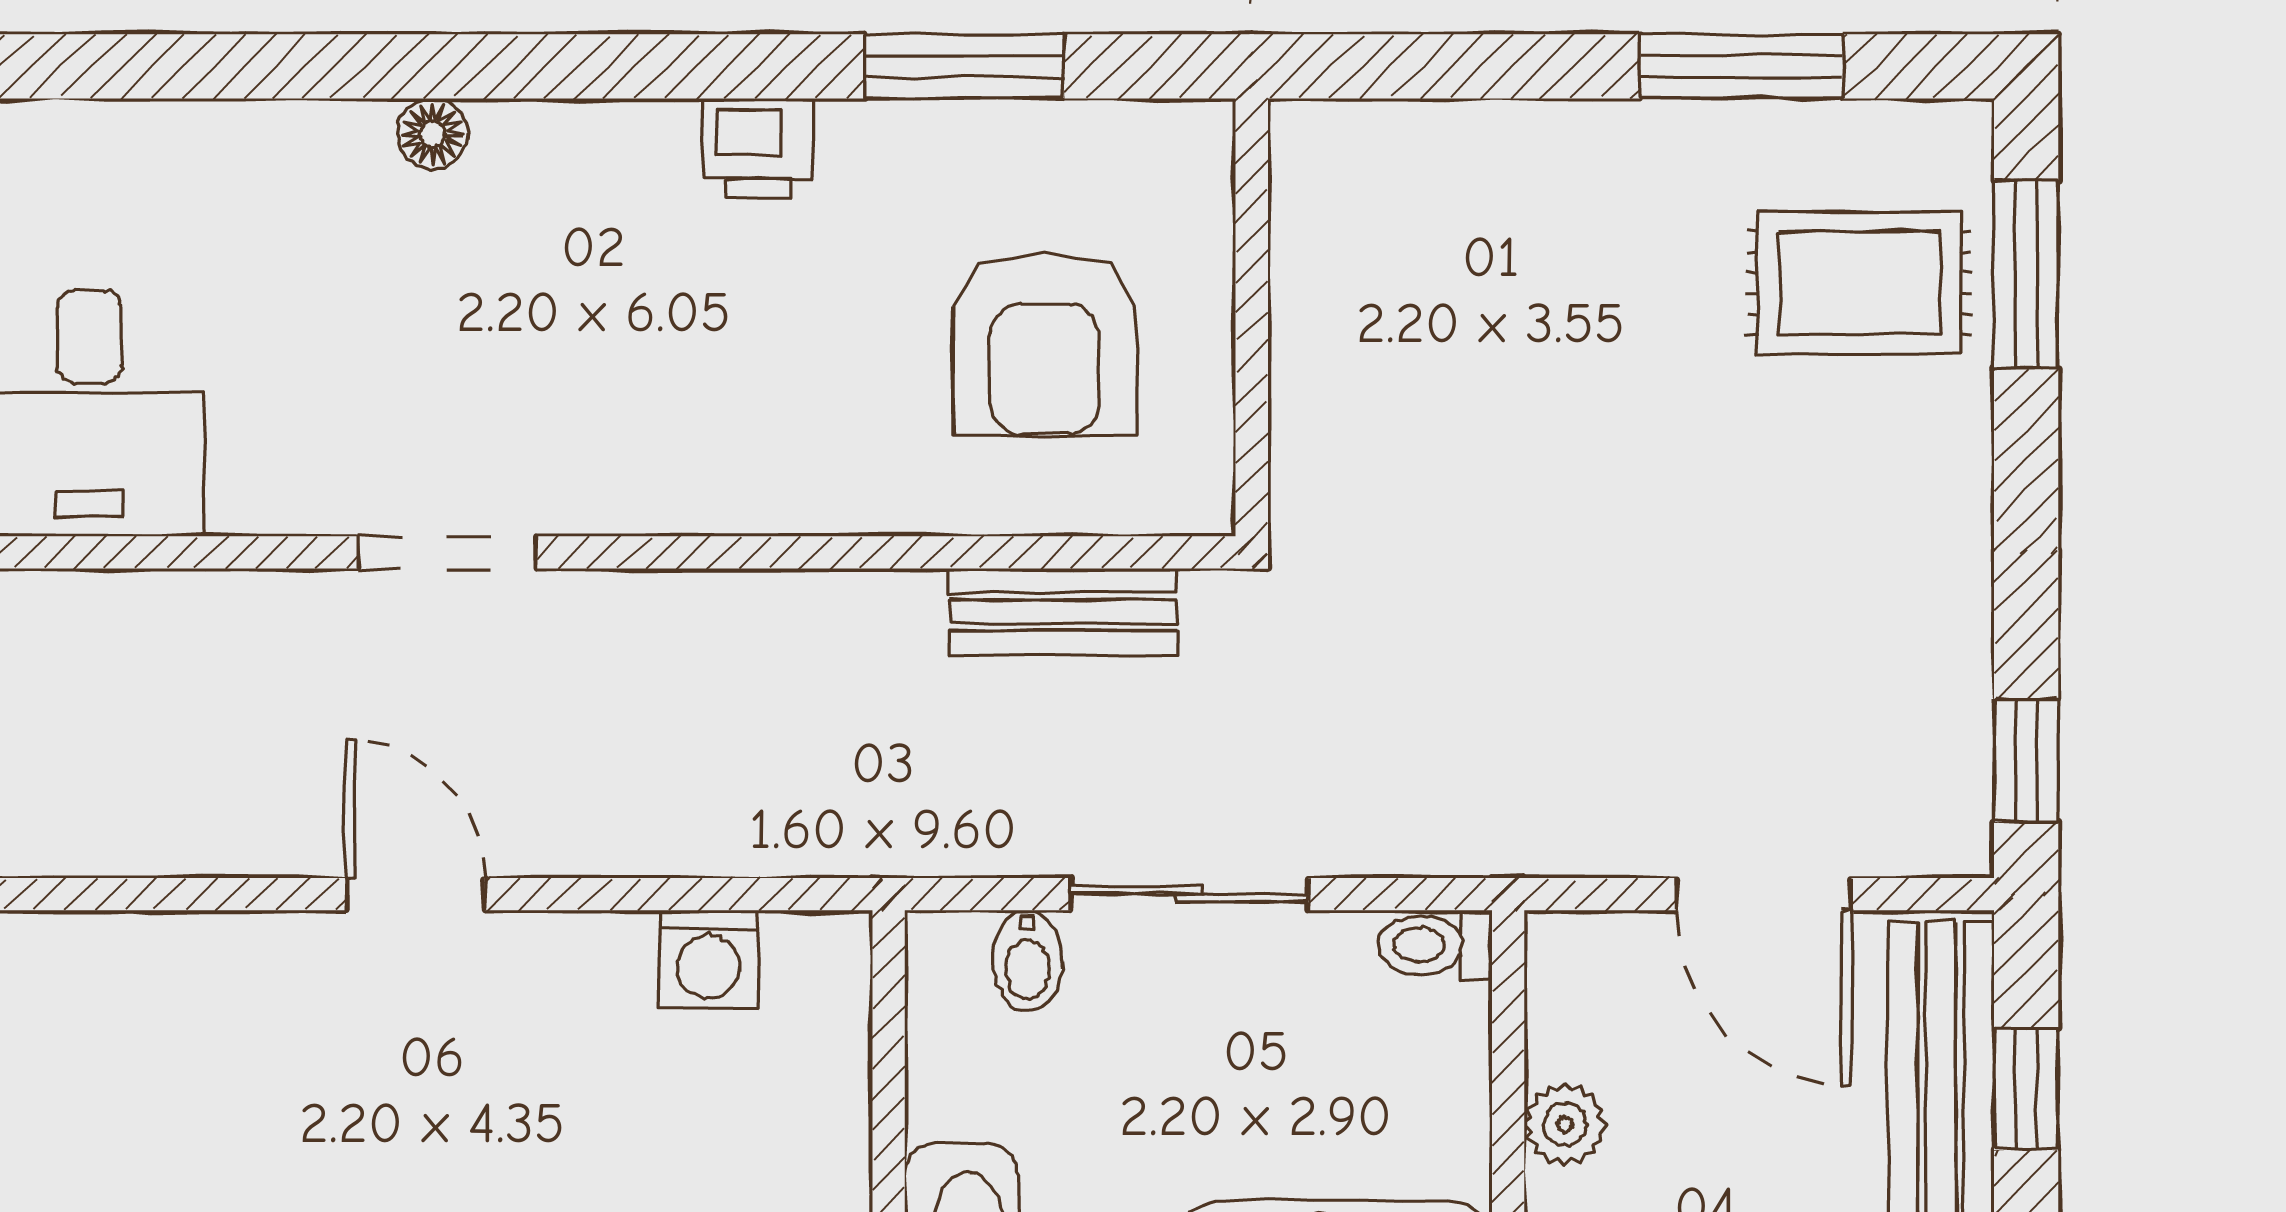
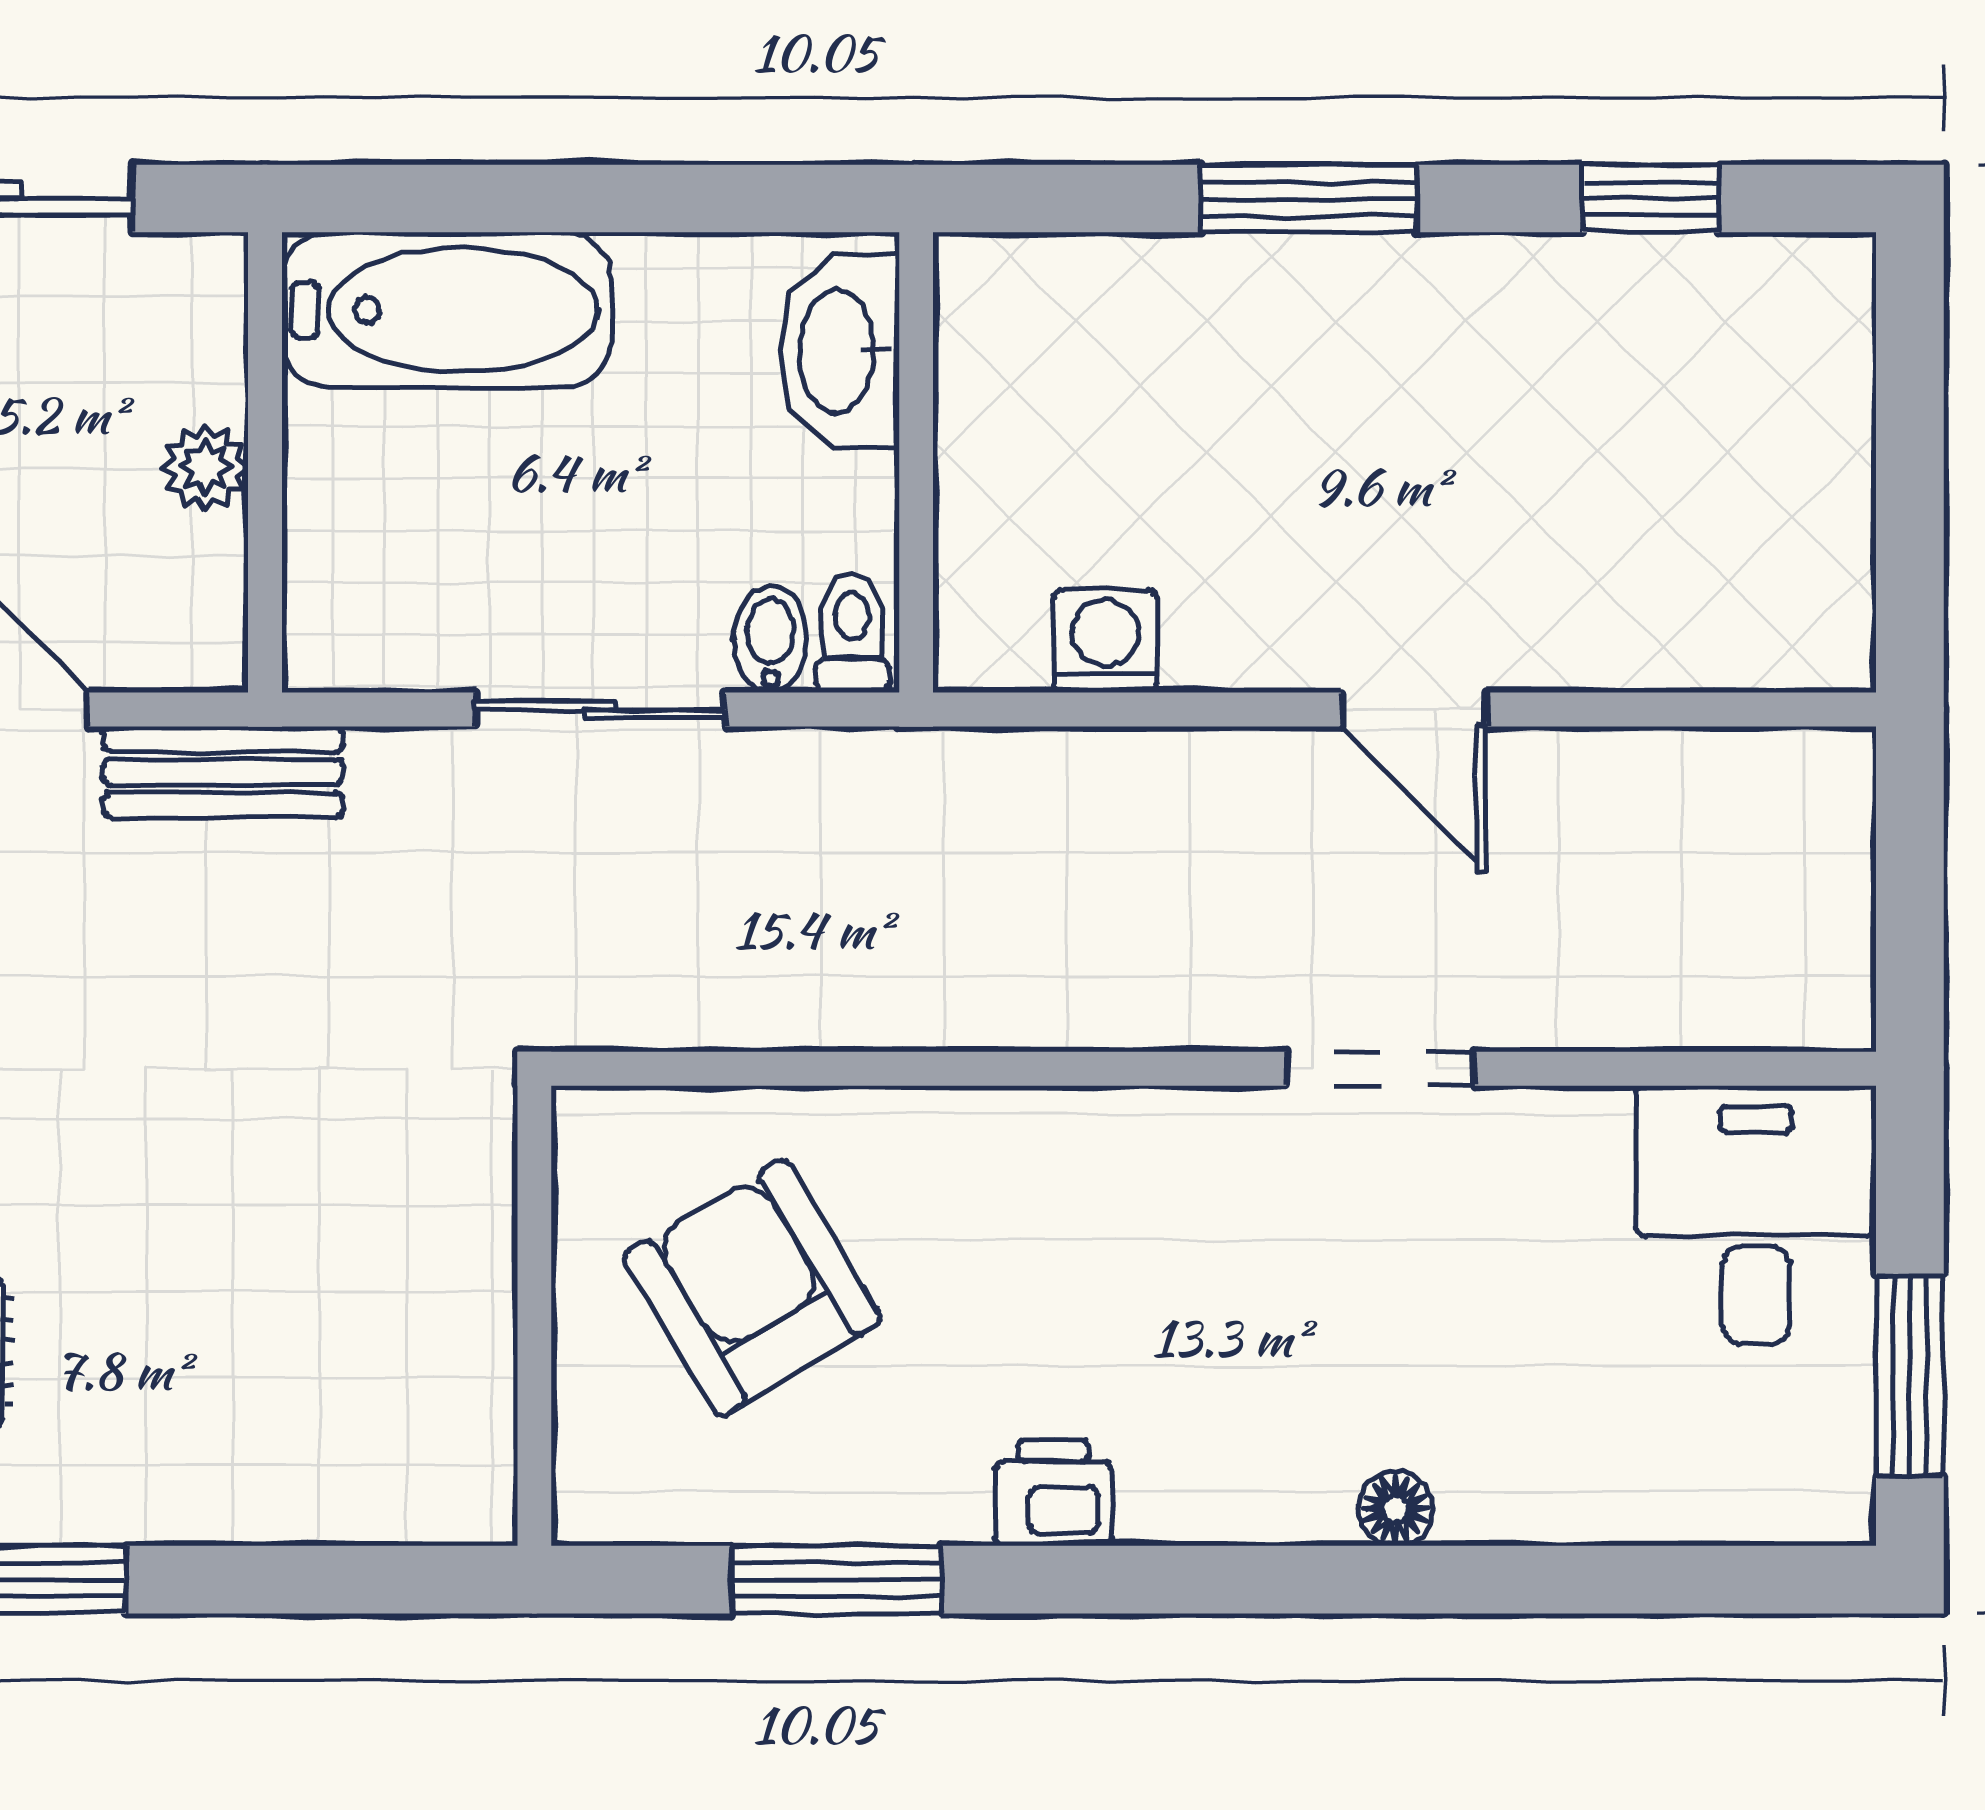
armchair: (1044, 344) -> (752, 1288), turned -31
bench: (1063, 612) -> (223, 772), moved
toilet: (1435, 945) -> (852, 633), moved, turned -90

